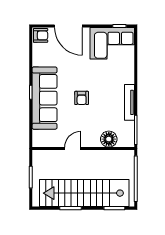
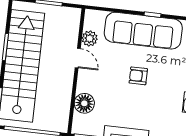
plant: (56, 141) -> (90, 38), added

